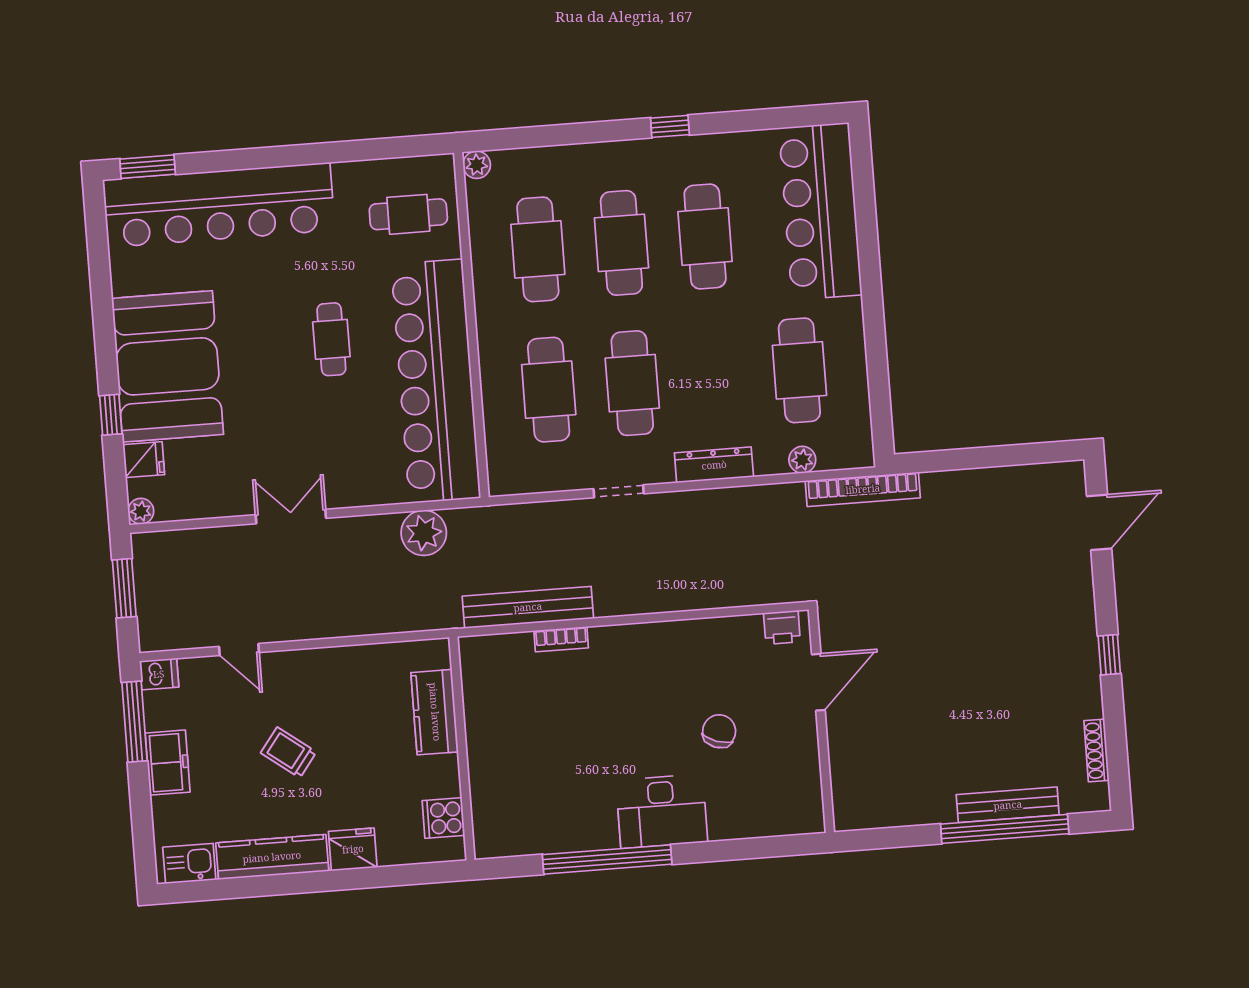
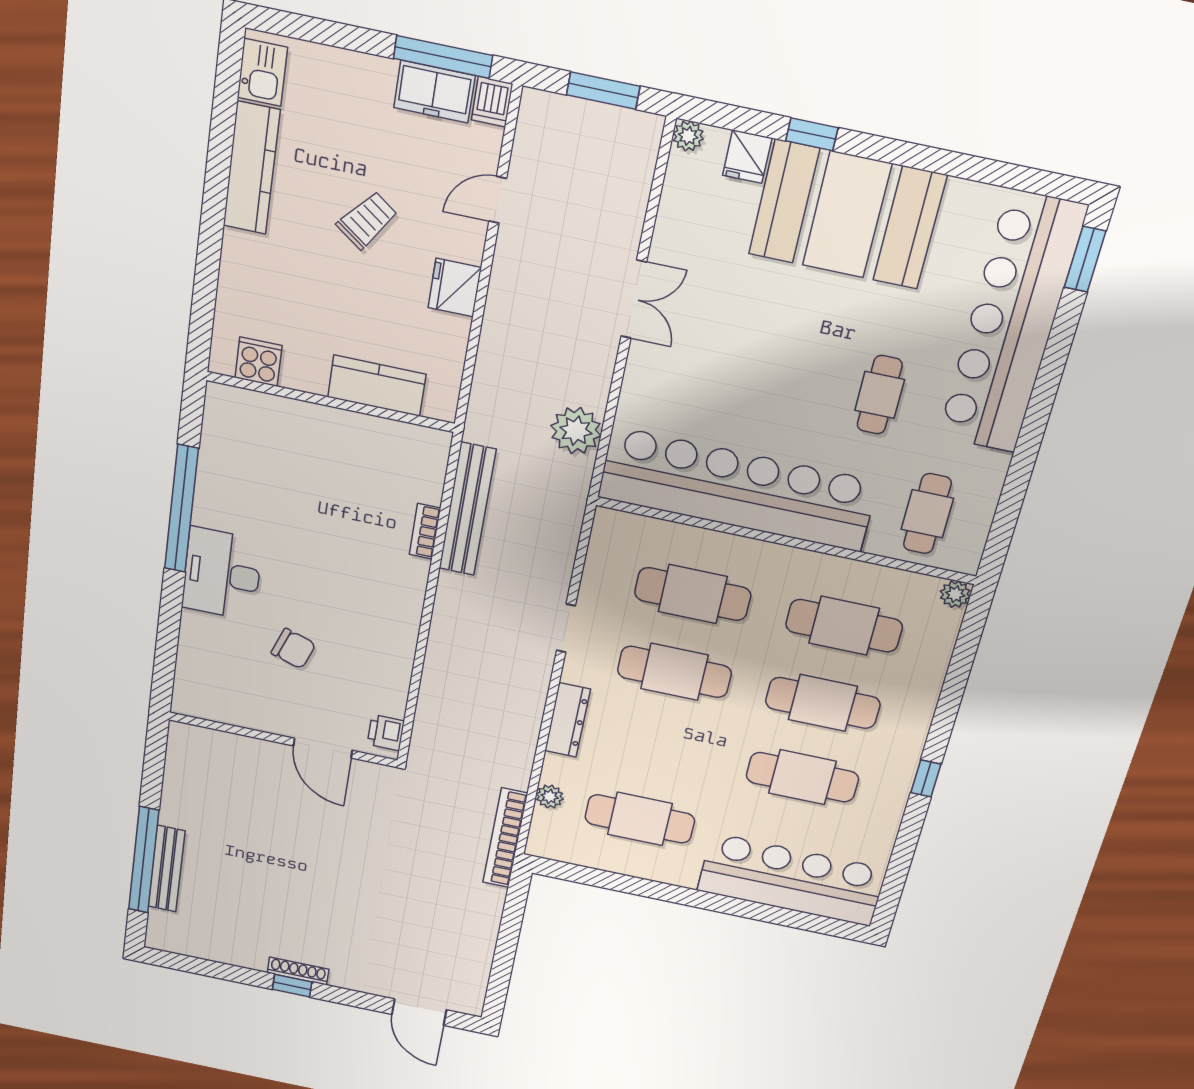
cafe table: (331, 339) -> (880, 395), moved, turned 90
shoe rack: (1097, 750) -> (298, 971), moved
freezer: (168, 763) -> (434, 92), moved
fridge: (353, 849) -> (455, 288), moved, turned 180

